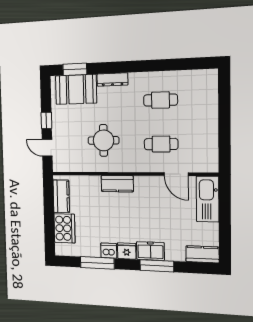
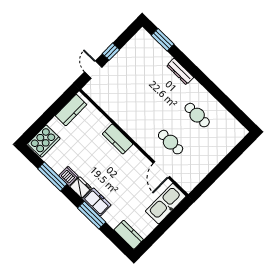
booth: (76, 89) -> (151, 53), removed
round table: (104, 140) -> (136, 103), removed
cooker: (64, 228) -> (44, 141), moved

